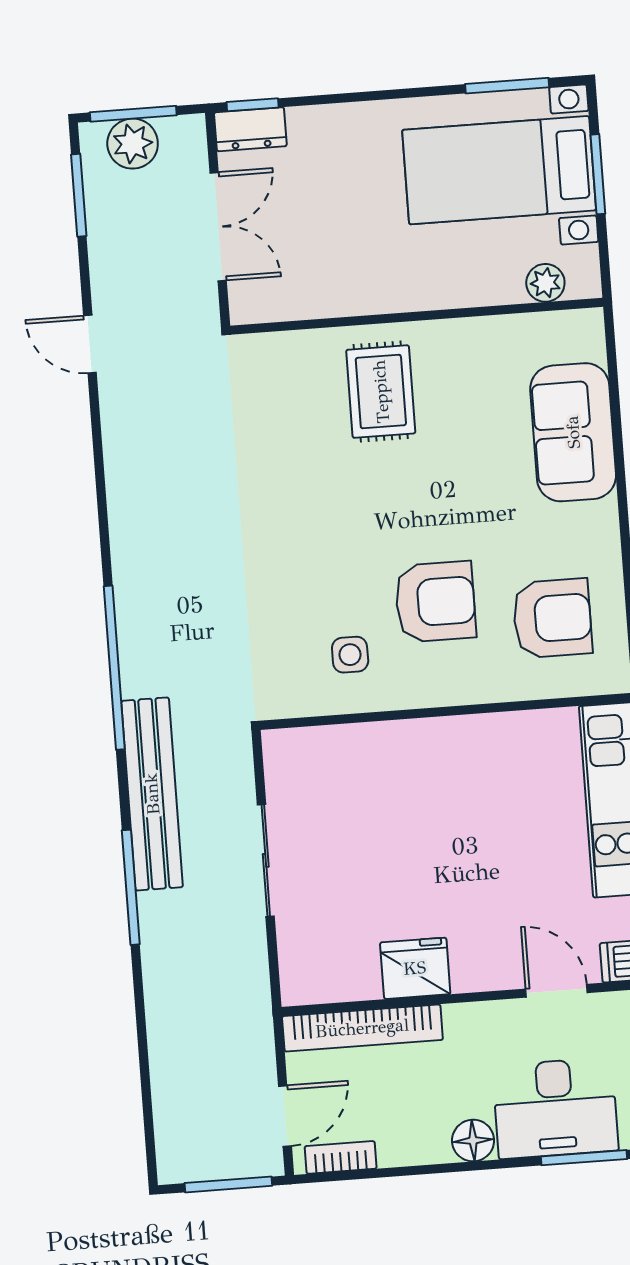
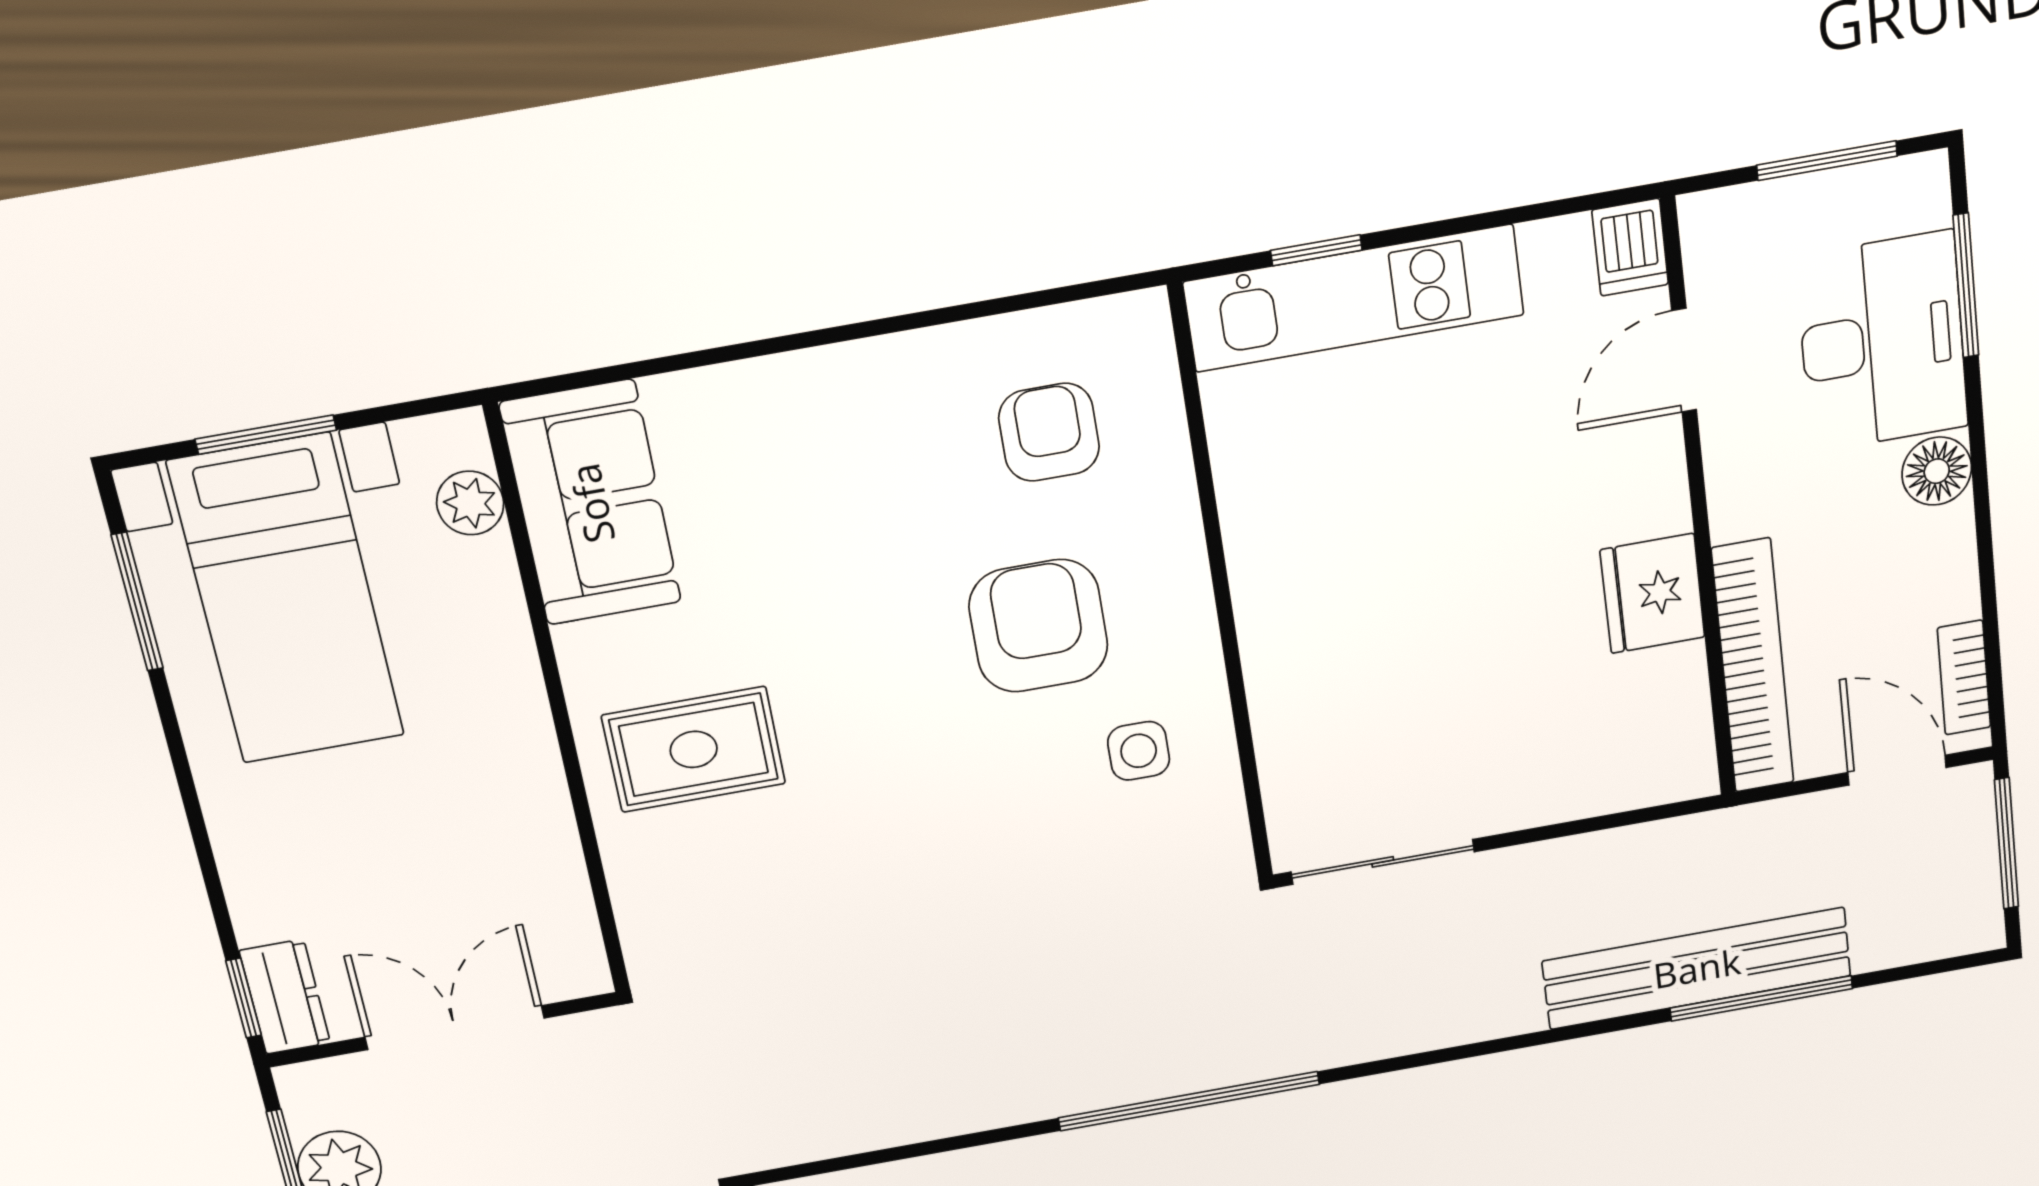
sofa: (573, 432) -> (591, 503), moved, turned -90
armchair: (552, 618) -> (1049, 432), width x0.72, depth x0.72
bench: (152, 794) -> (1697, 968), moved
sliding door: (266, 860) -> (1383, 862), moved
window: (131, 887) -> (1761, 998), moved

